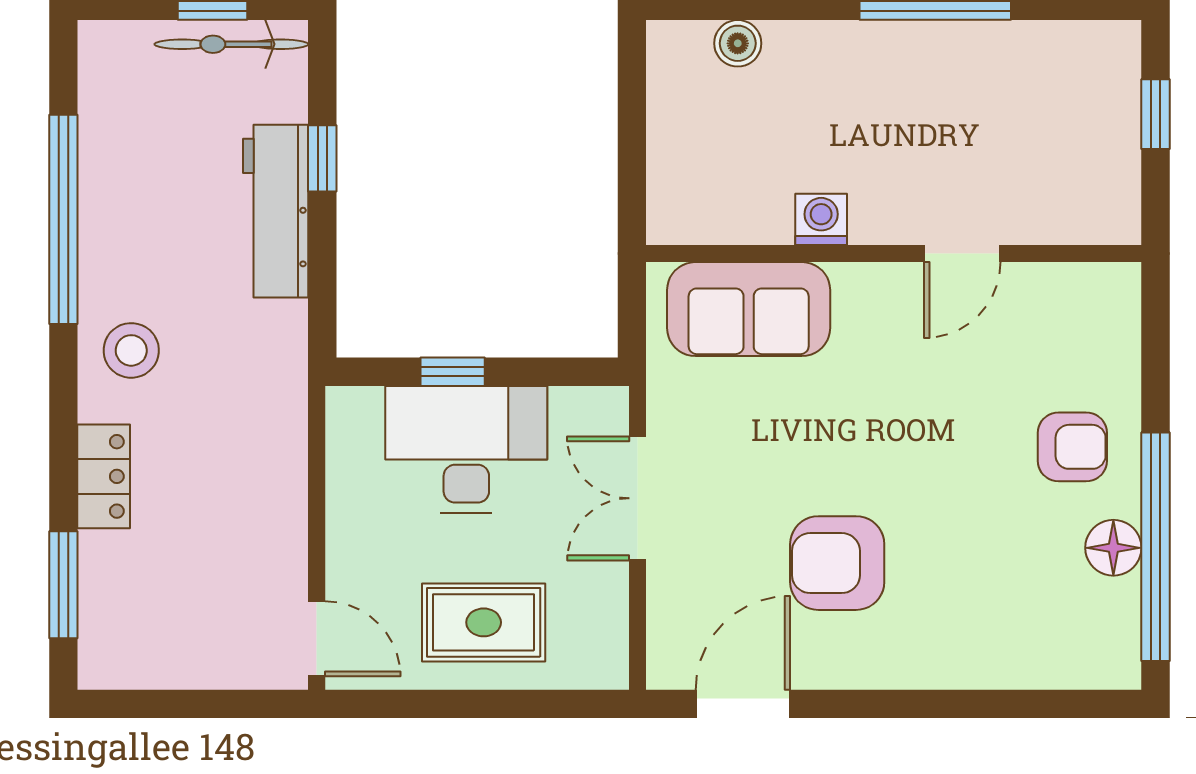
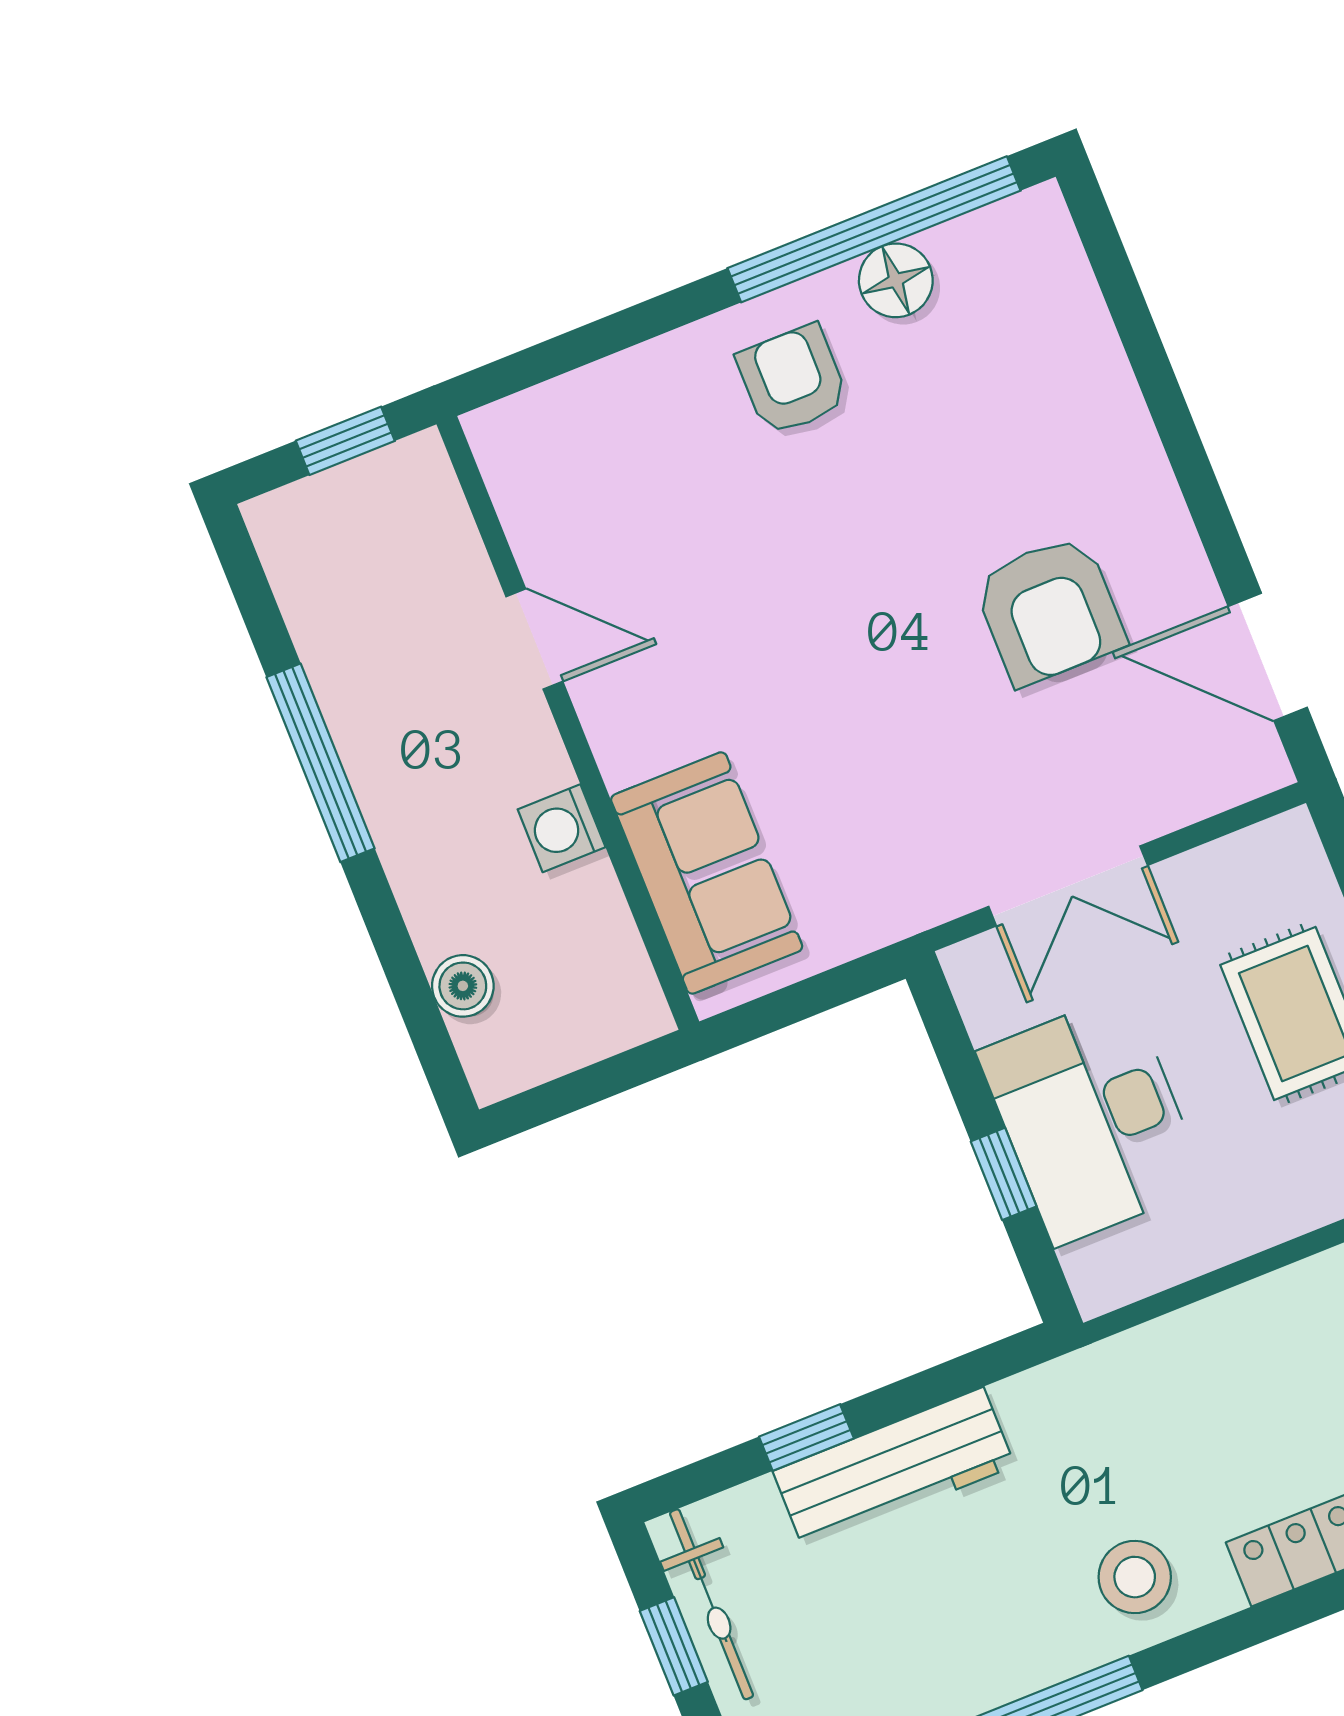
washing machine: (821, 219) -> (562, 828), moved
wall: (894, 254) -> (568, 723), moved
door: (962, 254) -> (534, 639), moved
sofa: (749, 309) -> (707, 873), moved

